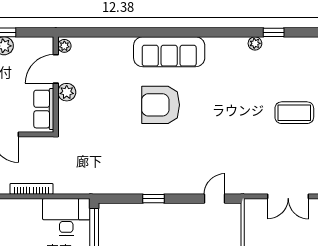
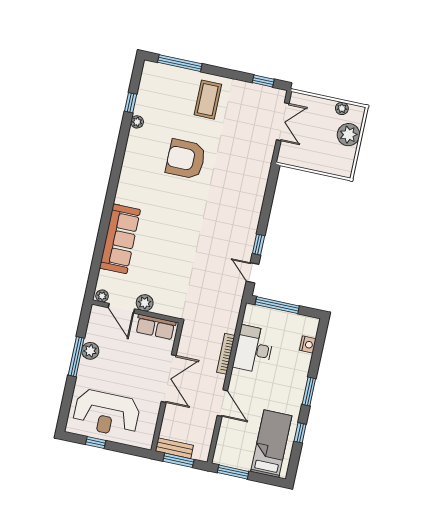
sofa: (169, 52) -> (120, 239), moved
armchair: (161, 105) -> (186, 159), moved, turned 90
door: (215, 199) -> (252, 273), moved
desk: (66, 217) -> (254, 349), moved

